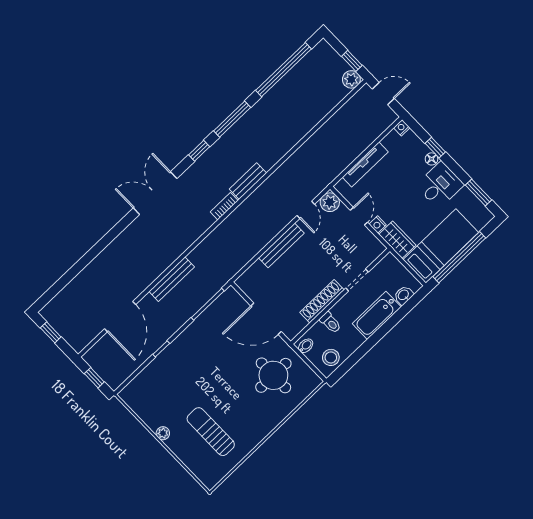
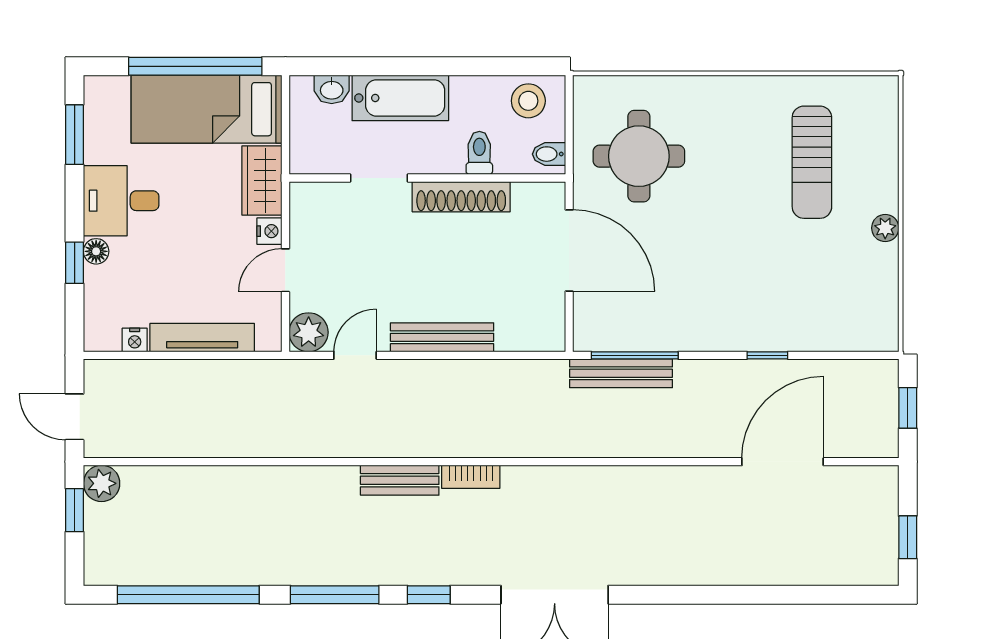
nightstand: (402, 128) -> (135, 340), moved
bench: (172, 279) -> (621, 373), moved

